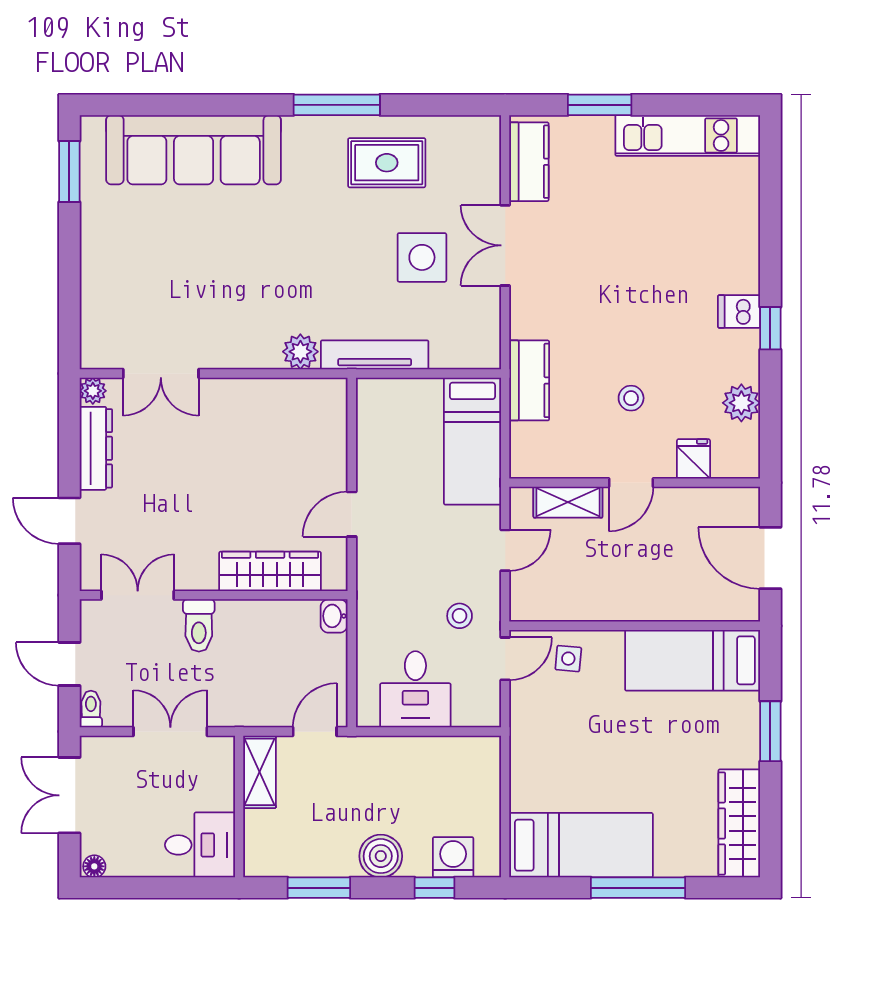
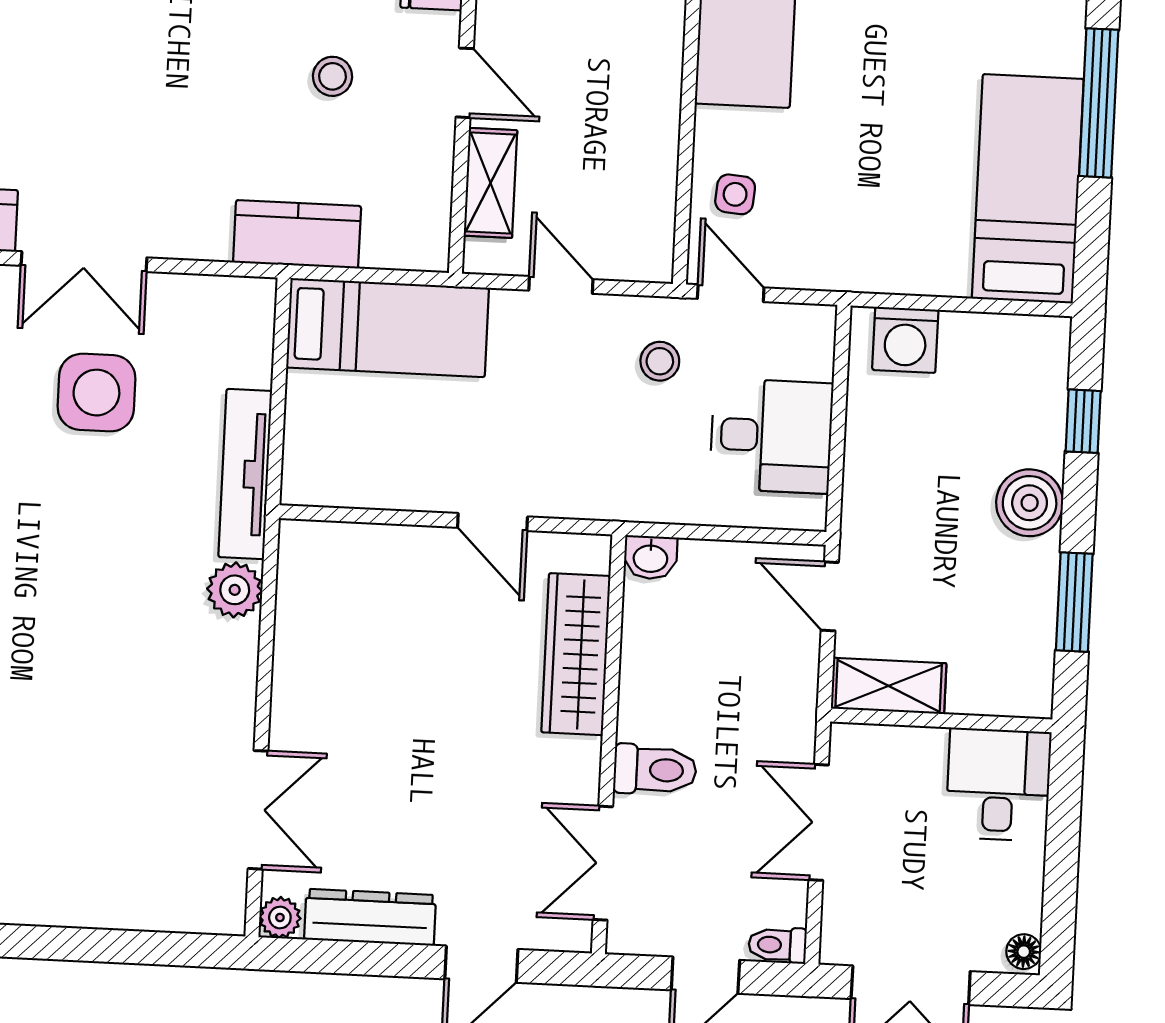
washing machine: (453, 857) -> (905, 340), moved, turned -90

